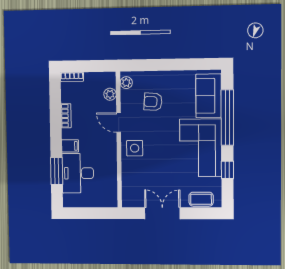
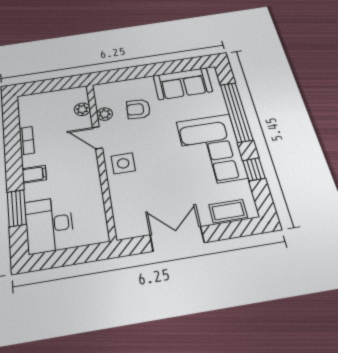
bookcase: (72, 77) -> (32, 99), removed
plant: (126, 83) -> (105, 114), moved
sofa: (209, 96) -> (183, 84), moved, turned -90
desk: (78, 173) -> (49, 225), moved

